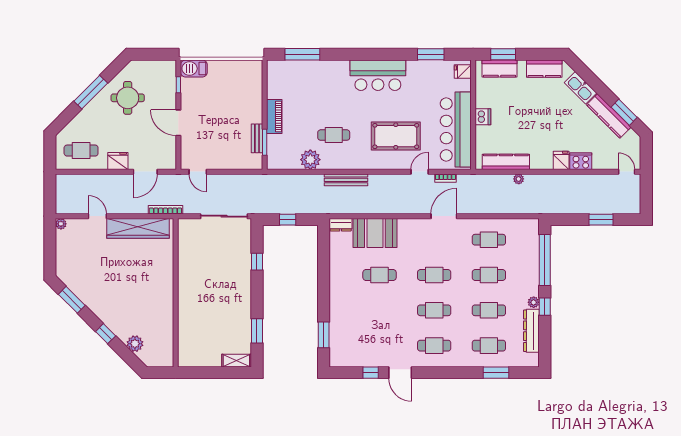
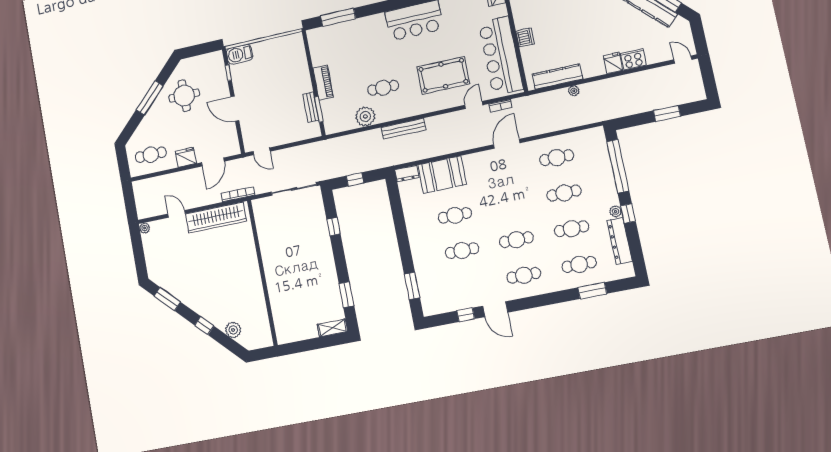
cafe table: (434, 275) -> (462, 251), moved

